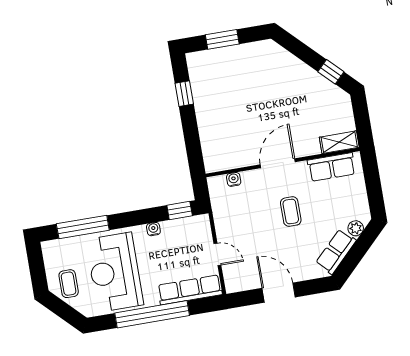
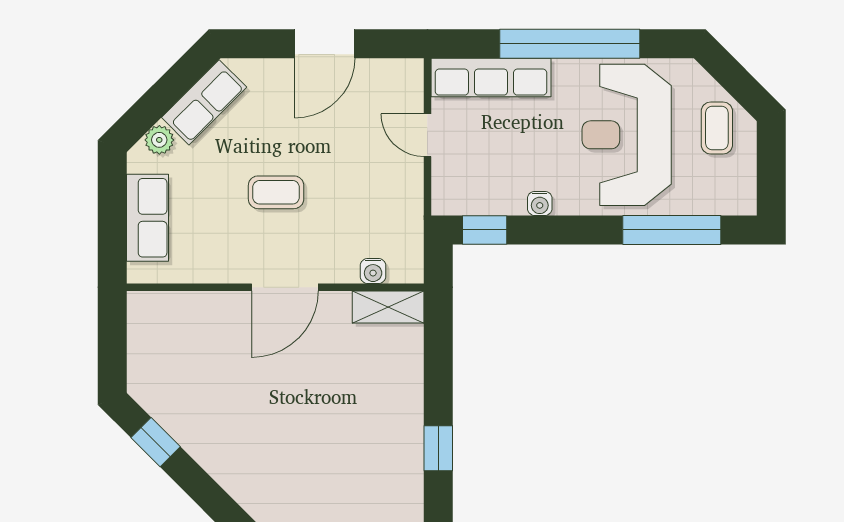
shelving: (339, 142) -> (388, 307), moved
row of seats: (331, 167) -> (148, 218), moved, turned 90
coffee table: (291, 212) -> (276, 192), turned 90
reception desk: (115, 272) -> (627, 135), turned 180
door: (279, 293) -> (325, 44), hinge flipped

